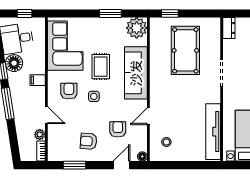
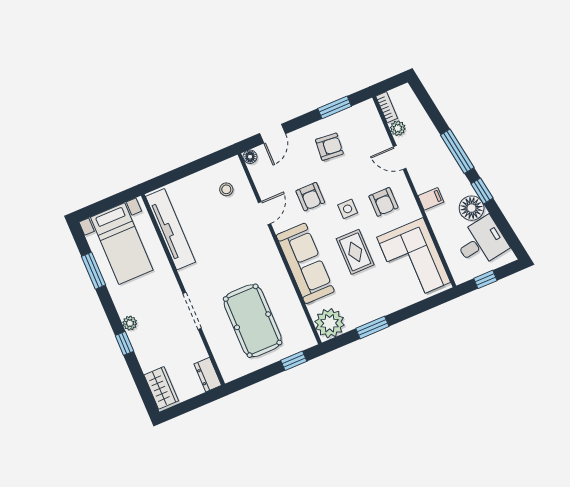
armchair: (118, 129) -> (310, 197), moved

